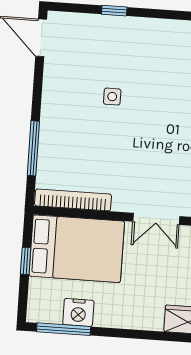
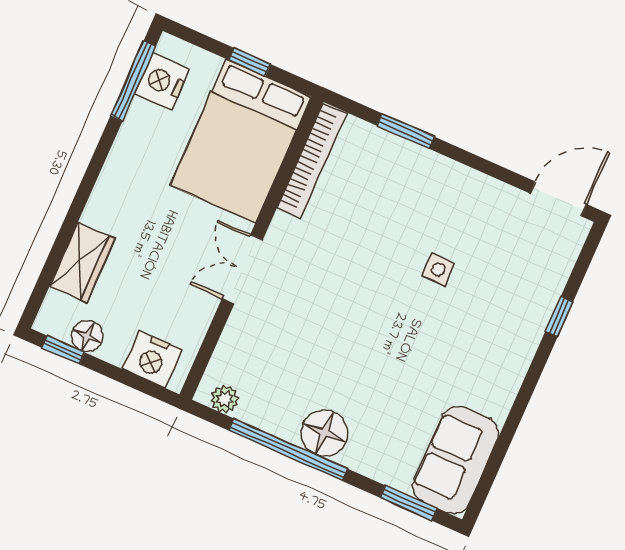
window: (33, 148) -> (405, 131), width x0.69
nightstand: (78, 312) -> (162, 81), moved

